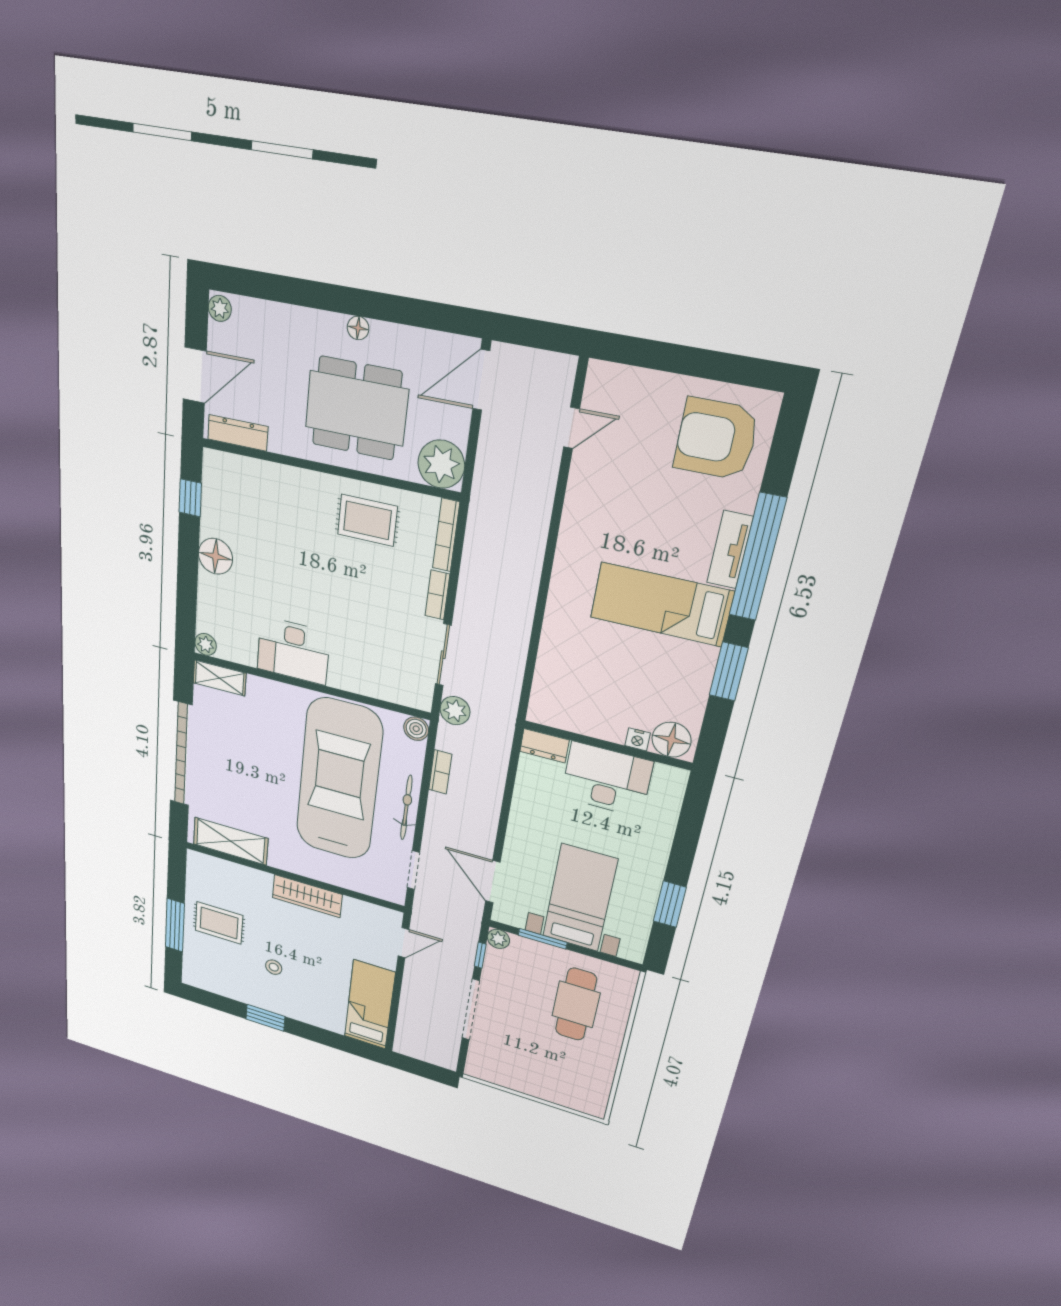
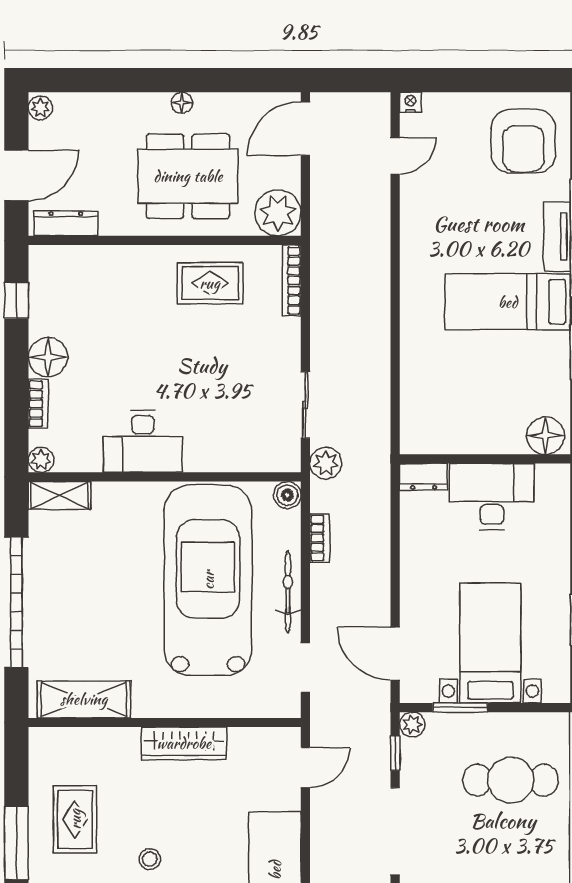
armchair: (716, 439) -> (523, 141), turned -90
bookcase: (437, 595) -> (38, 404), moved, turned 180
nightstand: (638, 739) -> (410, 102), moved, turned 180
rug: (219, 923) -> (75, 819), turned 90
cafe table: (576, 1004) -> (511, 780), turned 90

